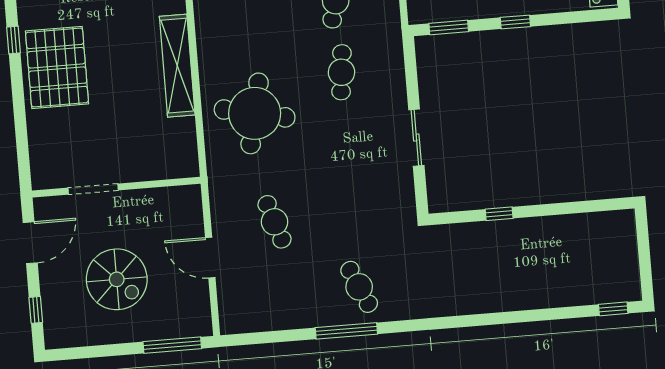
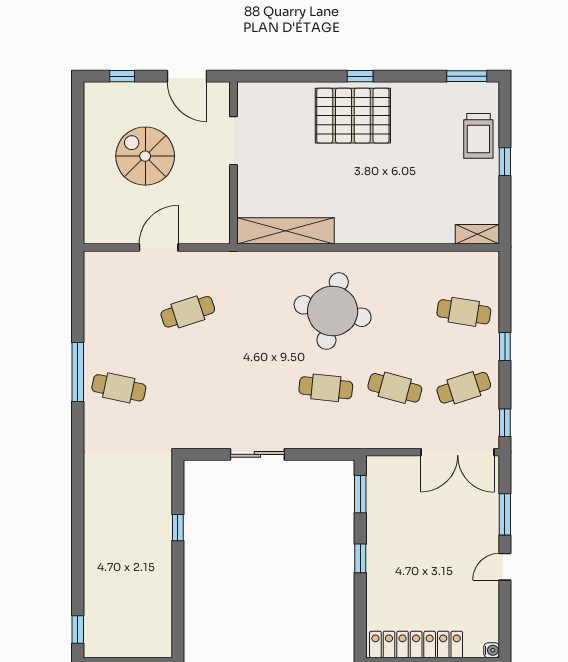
window: (14, 40) -> (360, 76), moved
shelving: (177, 66) -> (285, 231), moved
round table: (255, 113) -> (333, 311), moved
spiral stairs: (117, 279) -> (145, 156), turned 90
cafe table: (359, 287) -> (119, 388), turned 36
window: (172, 345) -> (78, 204), removed

